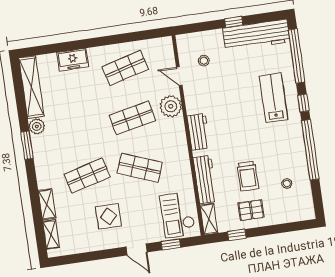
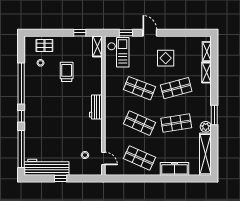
freezer: (73, 60) -> (174, 169), width x1.40
shop shelf: (125, 68) -> (139, 158), turned 39
door: (179, 76) -> (103, 158), moved
lab bench: (274, 98) -> (41, 123), removed
plant: (171, 106) -> (112, 127), removed
shop shelf: (132, 118) -> (139, 123), turned 36
shop shelf: (80, 126) -> (176, 123), added
workbench: (205, 179) -> (96, 74), removed
pallet: (251, 210) -> (44, 46), moved

